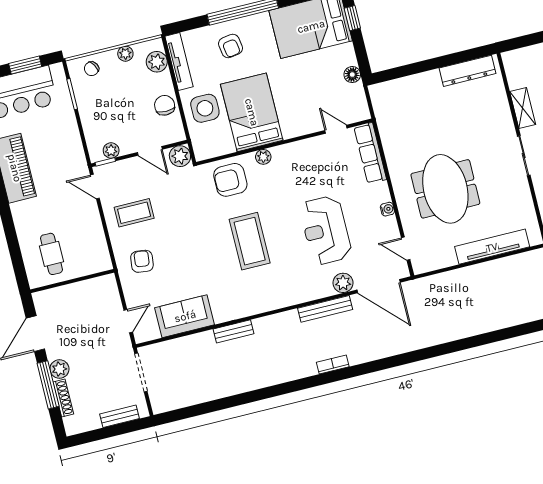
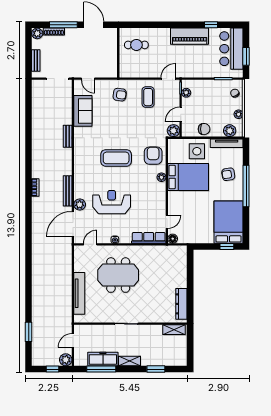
floor lamp: (352, 75) -> (173, 239), moved
shelving: (523, 108) -> (174, 330), moved
plant: (59, 369) -> (37, 33), moved

